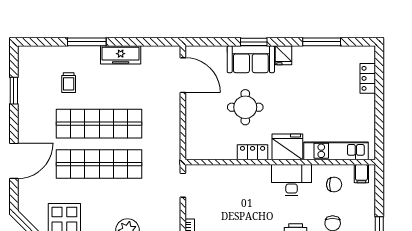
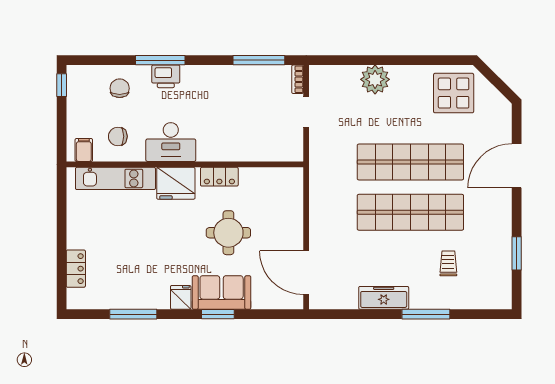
doorway: (183, 185) -> (306, 112), moved

